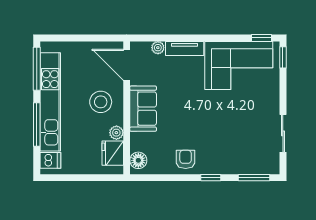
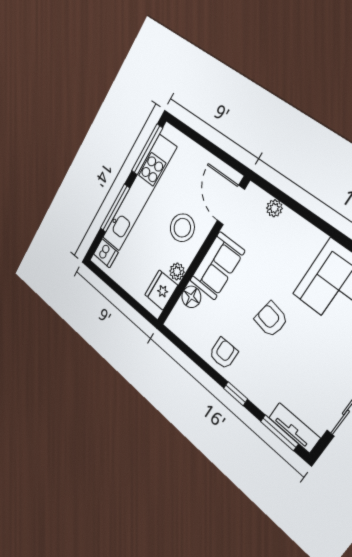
tv unit: (185, 48) -> (294, 428), moved, turned 180
armchair: (202, 115) -> (271, 319), added
floor lamp: (138, 160) -> (191, 297), moved

